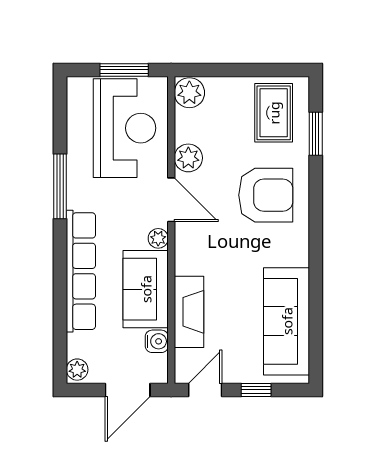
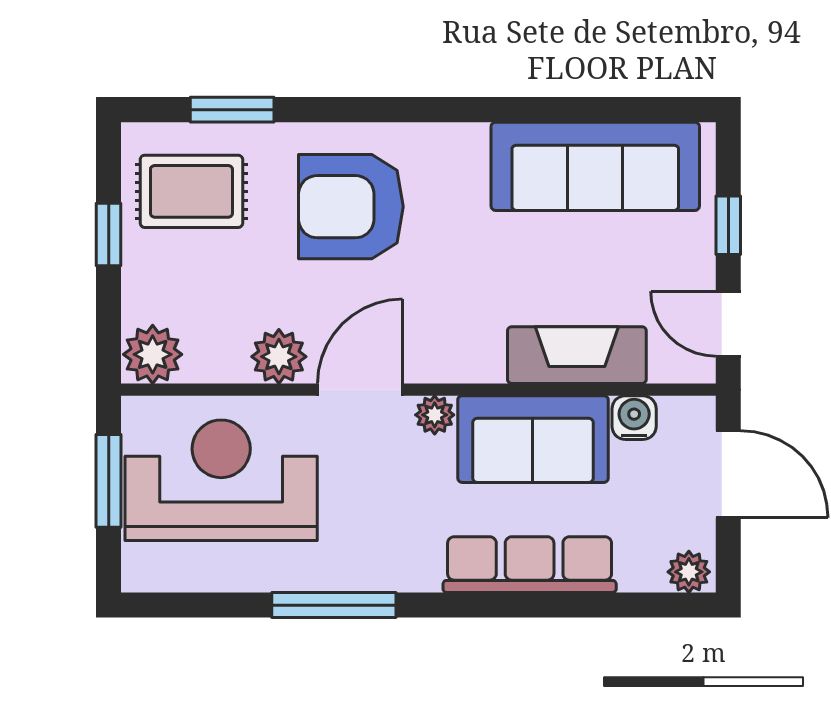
window: (251, 70) -> (109, 234), added
armchair: (266, 195) -> (351, 207), turned -90
row of seats: (81, 271) -> (530, 565), width x0.73

